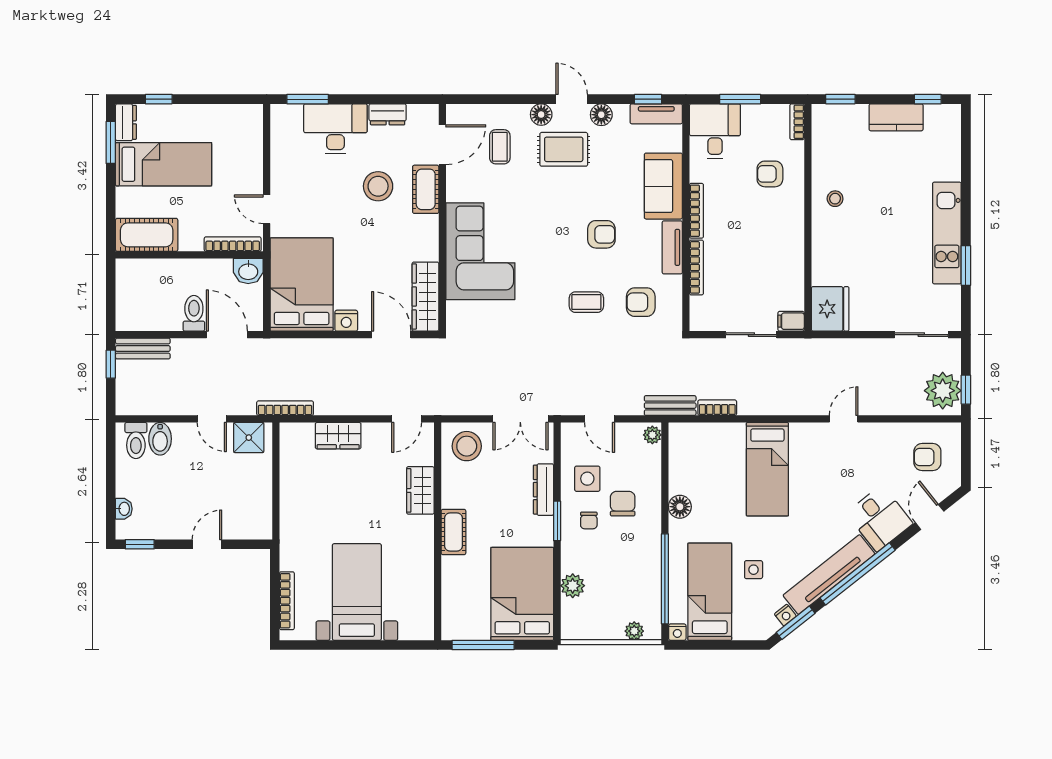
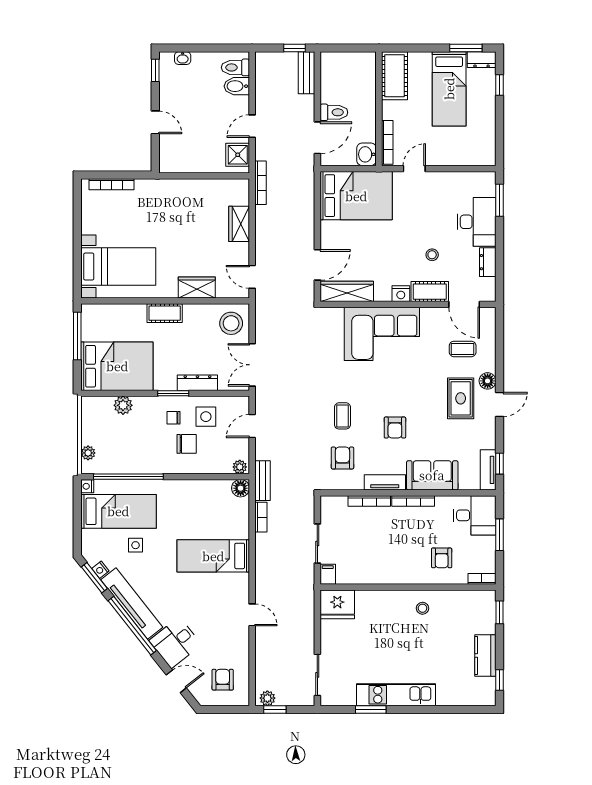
floor lamp: (601, 115) -> (487, 427), removed
armchair: (770, 174) -> (442, 558), turned 180
stool: (378, 186) -> (432, 255), width x0.53, depth x0.53
nightstand: (346, 321) -> (401, 294), moved, turned -90
plant: (943, 391) -> (267, 698), width x0.53, depth x0.53
floor lamp: (680, 507) -> (241, 488), moved
bed with nightstands: (357, 592) -> (118, 267), moved

